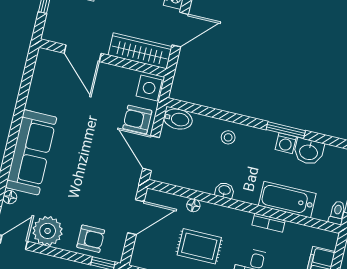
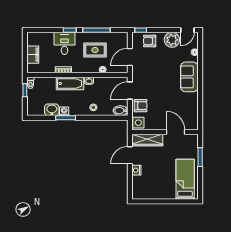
sofa: (31, 152) -> (189, 77), width x0.73
door: (151, 153) -> (130, 91), swing flipped
bathtub: (287, 200) -> (70, 83), moved

